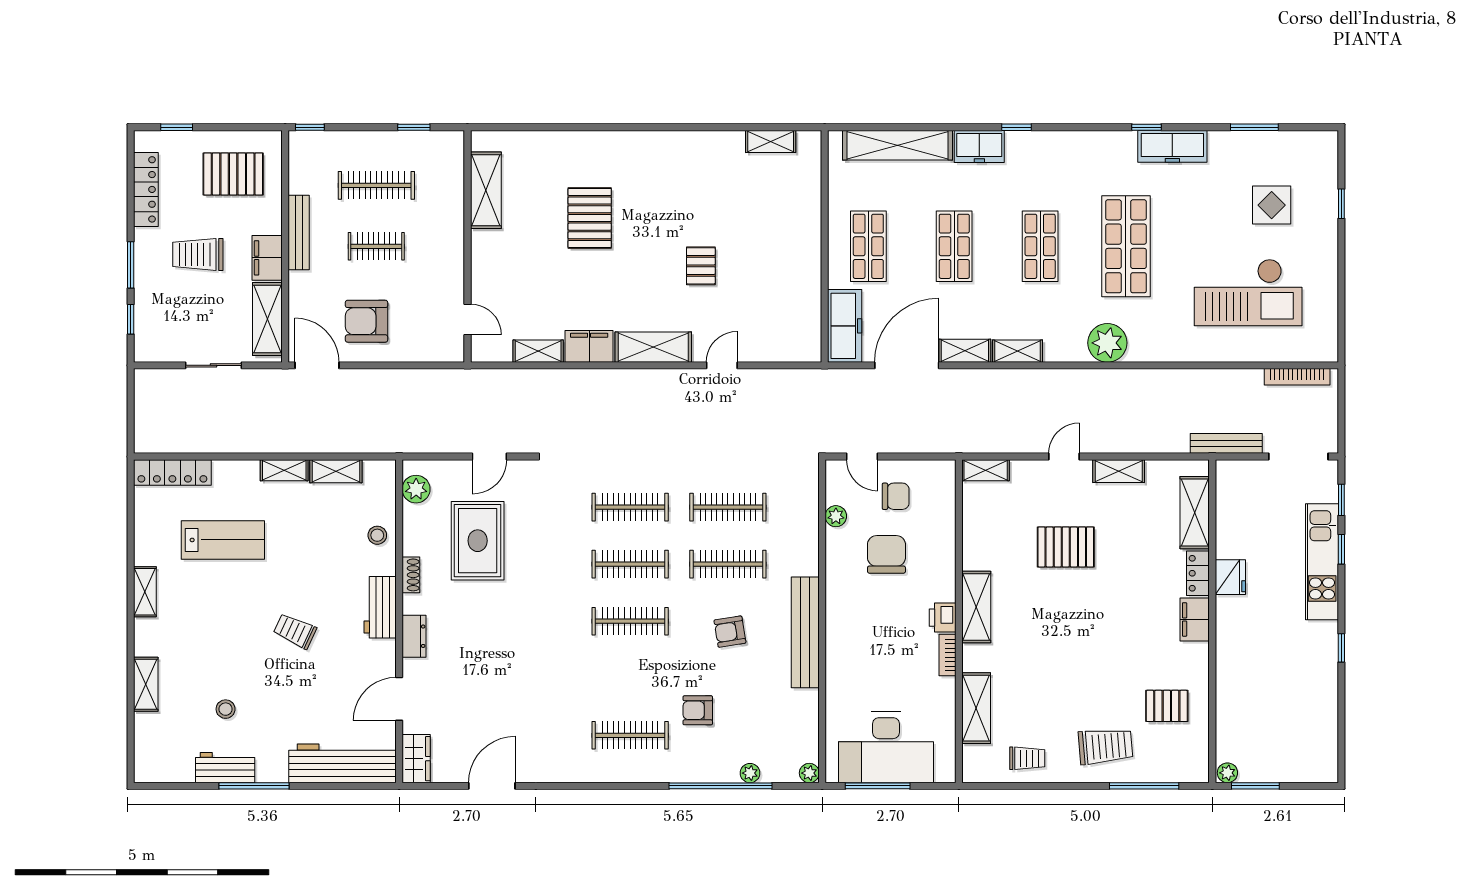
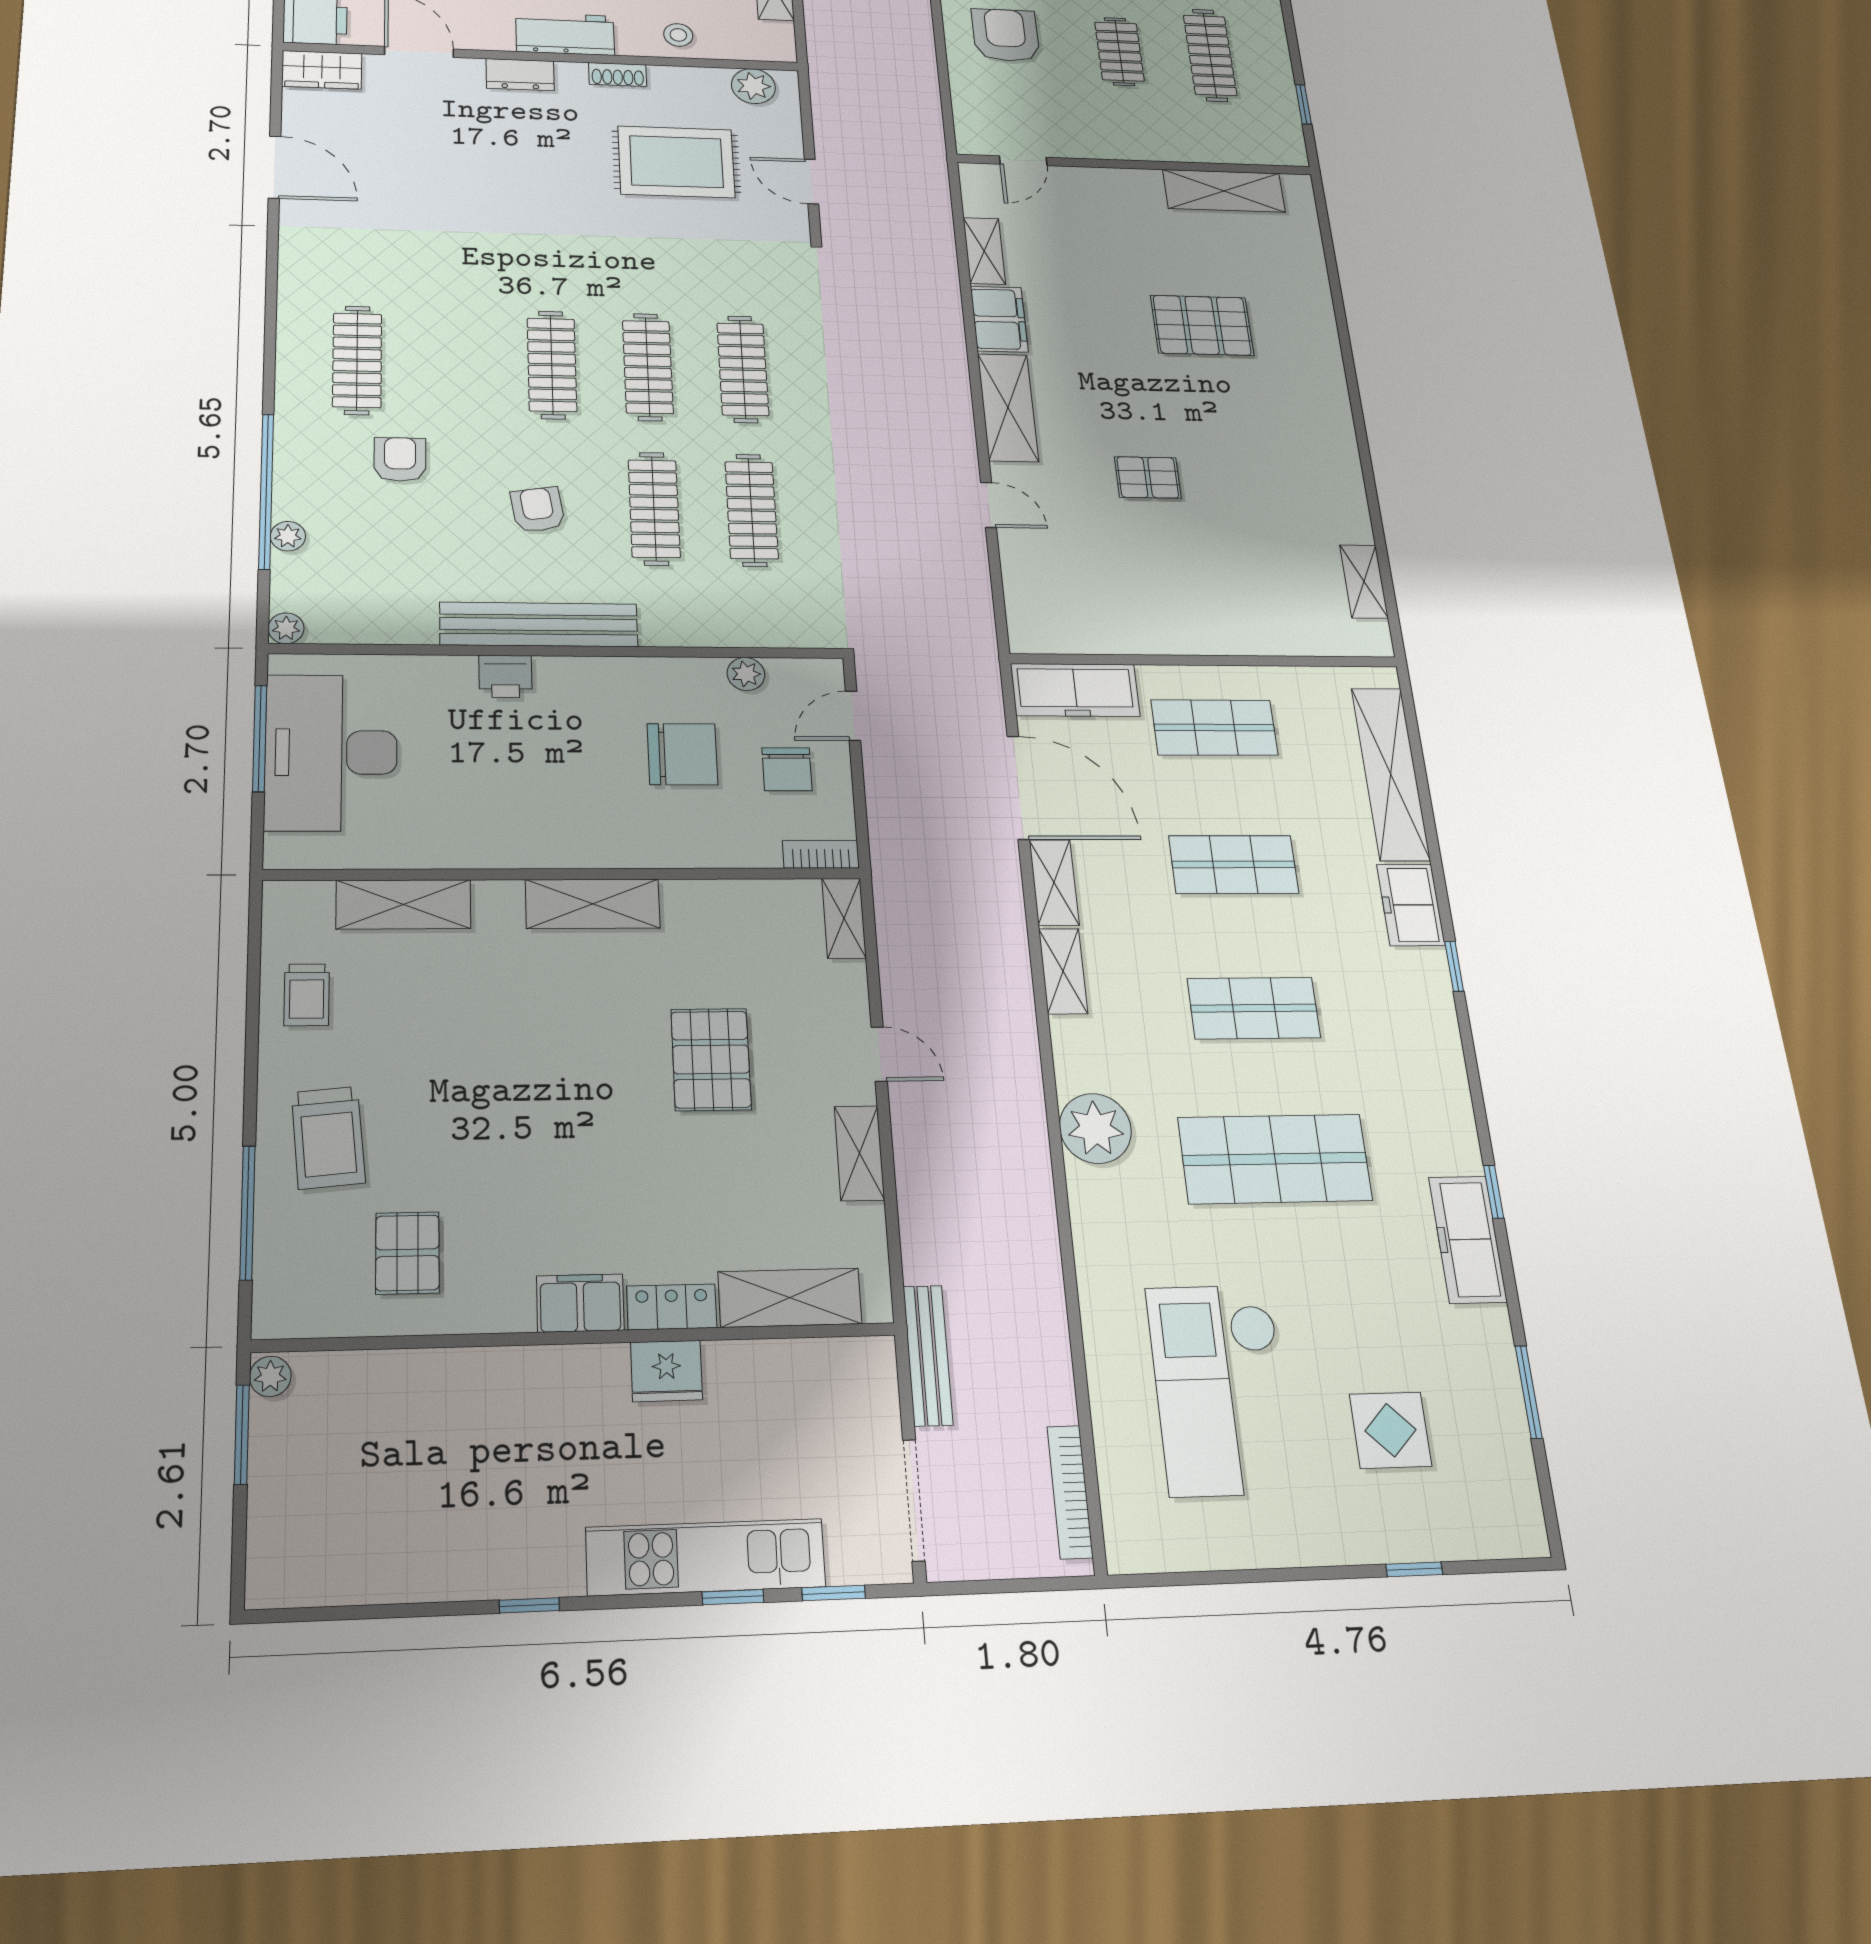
printer: (943, 618) -> (505, 676), moved, turned 180
bookcase: (948, 655) -> (821, 854), moved

